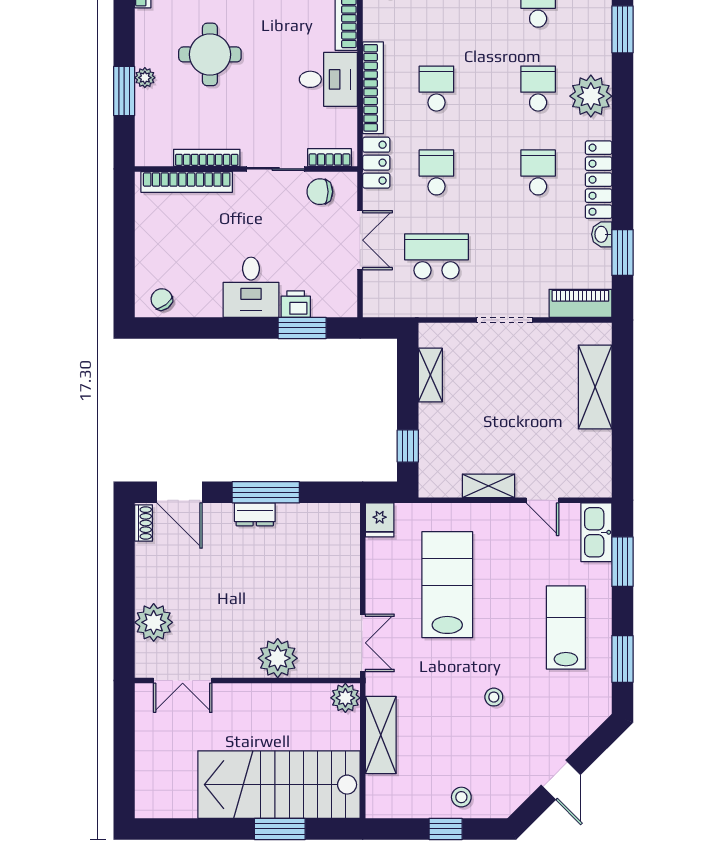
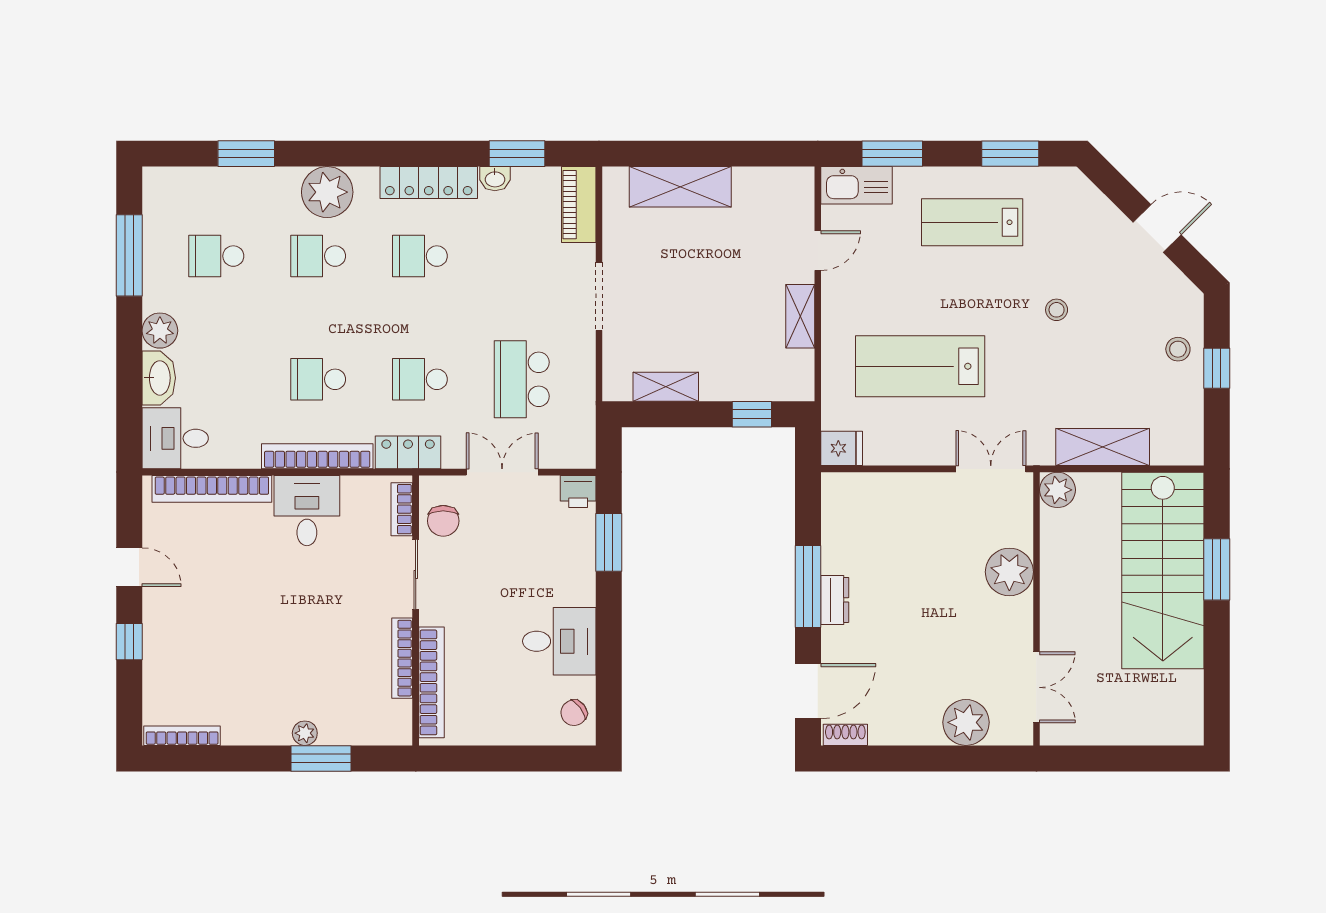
round table: (210, 54) -> (277, 654), removed
desk: (251, 287) -> (559, 641), moved
printer: (296, 304) -> (578, 491), moved, turned -90

